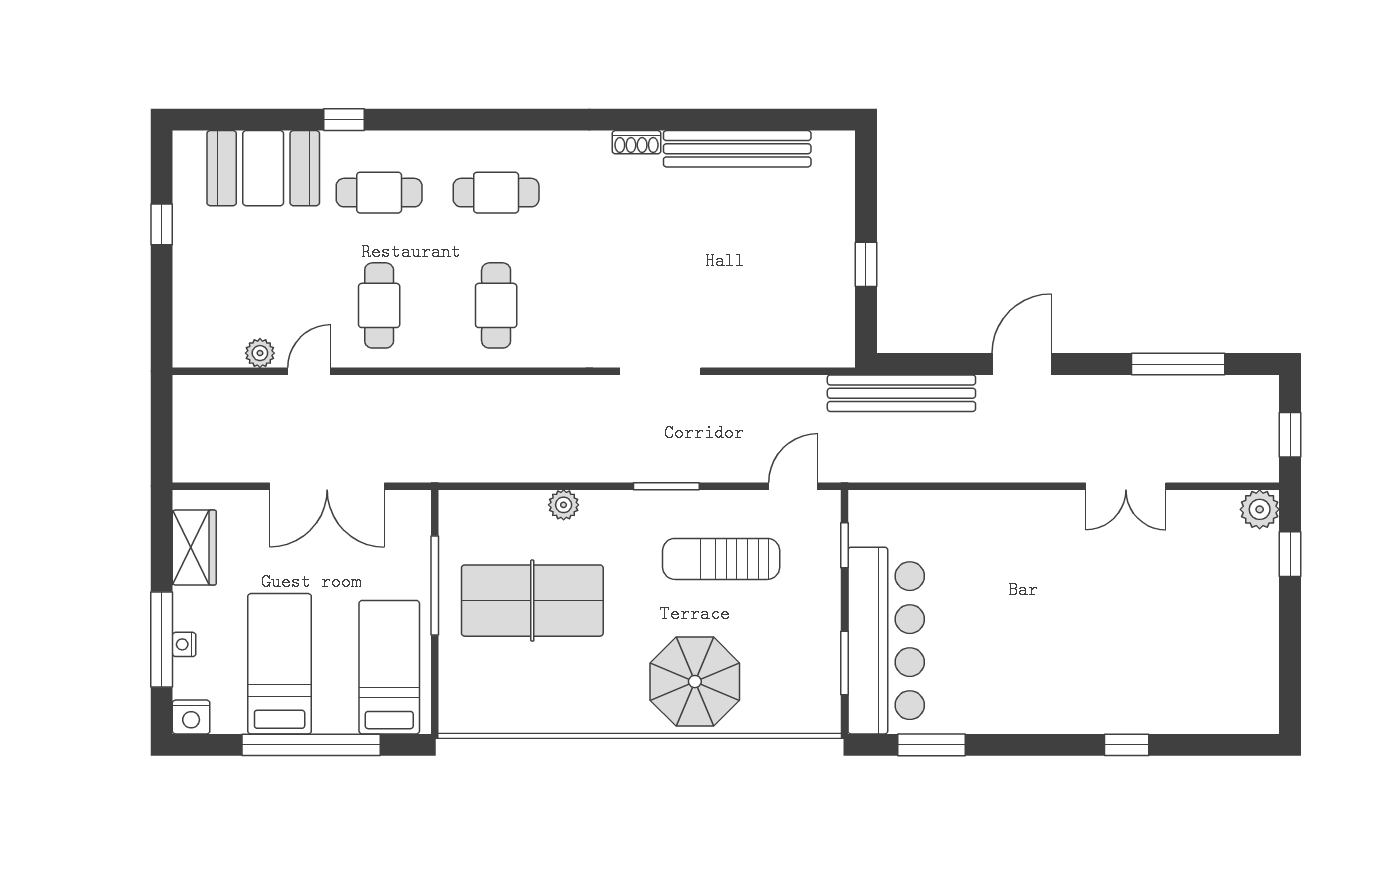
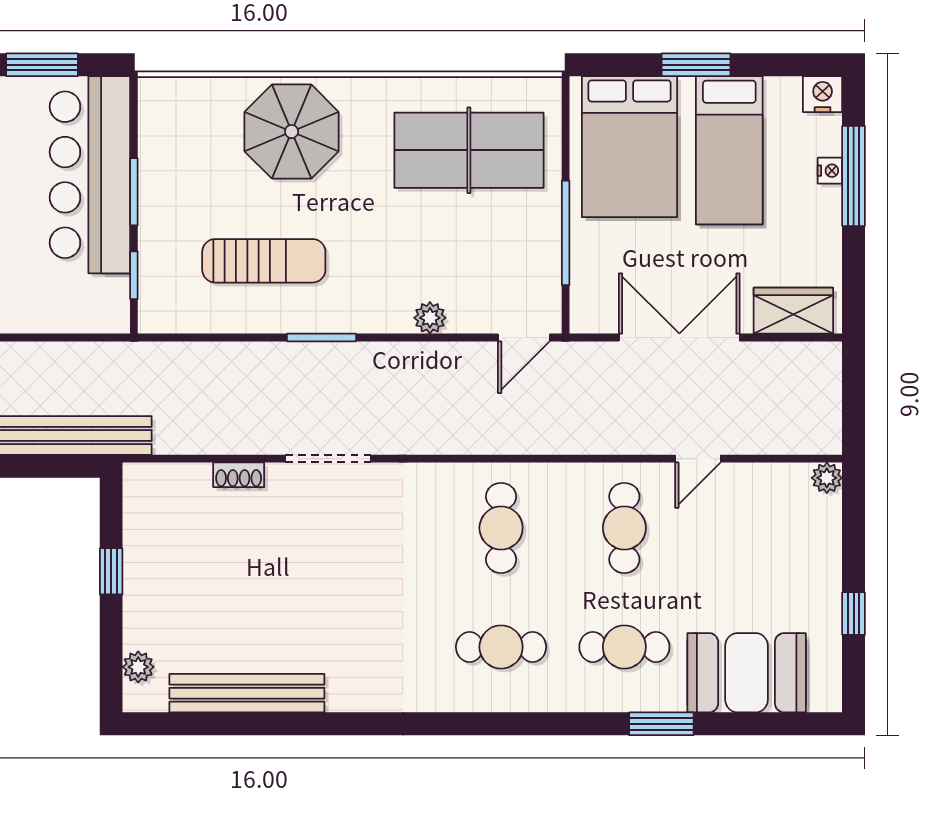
window: (344, 120) -> (661, 724), width x1.50
shoe rack: (637, 142) -> (239, 475), moved, turned 180
plant: (840, 174) -> (138, 667), added
plant: (260, 353) -> (827, 478), moved
door: (793, 486) -> (524, 337), moved
wardrobe: (194, 548) -> (793, 311), moved, turned 90
table tennis table: (532, 601) -> (469, 150), moved
window: (844, 663) -> (134, 192), moved
bed: (389, 667) -> (630, 147), width x1.50
window: (311, 745) -> (696, 65), width x0.47

